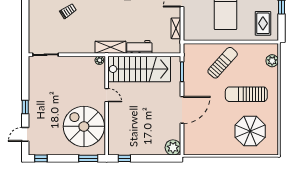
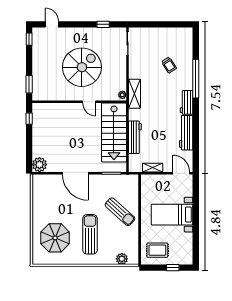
shelving: (111, 47) -> (135, 94), moved
workbench: (139, 47) -> (135, 137), width x1.37
door: (107, 95) -> (89, 102), hinge flipped
window: (25, 107) -> (103, 24), moved
spiral stairs: (84, 126) -> (82, 67), moved

